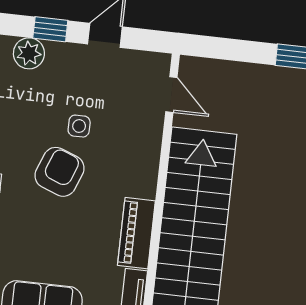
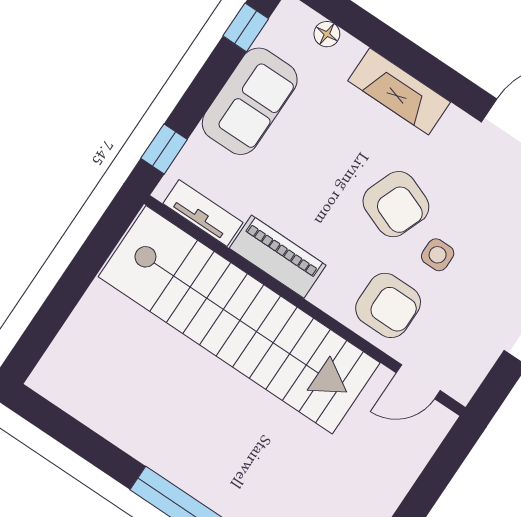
armchair: (131, 142) -> (388, 305), added

